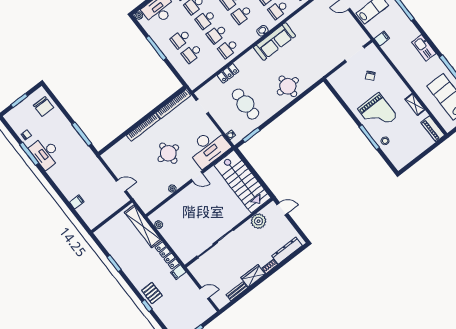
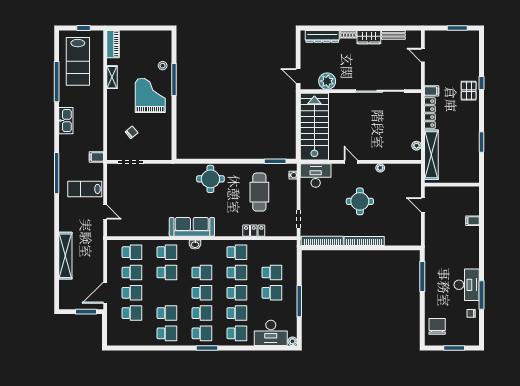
desk: (208, 148) -> (316, 175), width x0.73, depth x0.77

